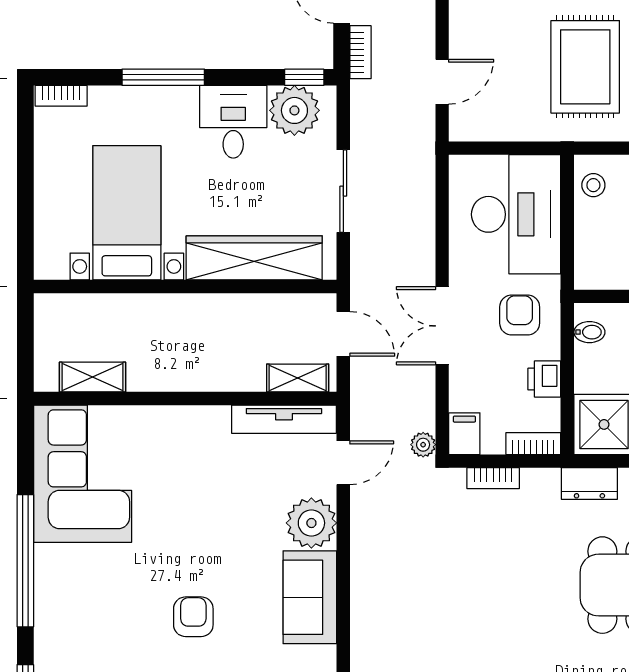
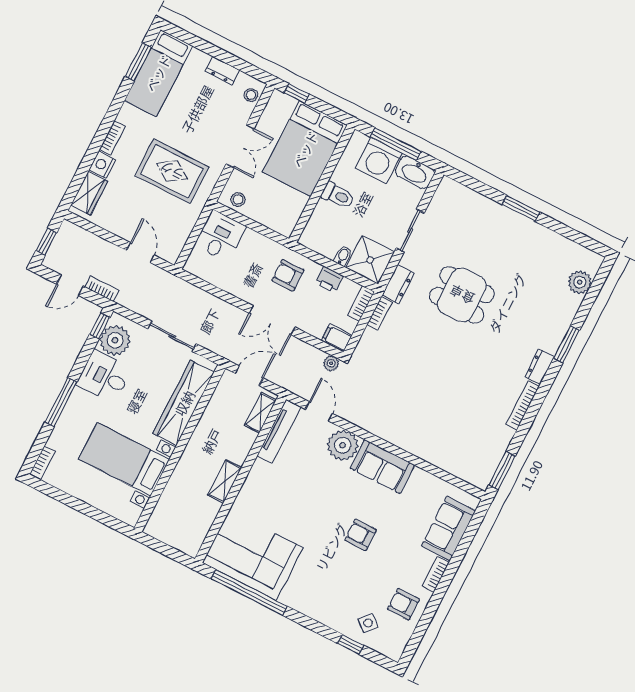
desk: (516, 214) -> (220, 236), width x0.53, depth x0.77
bidet: (589, 332) -> (343, 256), moved
shelving: (92, 377) -> (225, 481), moved
bookcase: (493, 478) -> (380, 313), moved
window: (25, 561) -> (249, 592), moved

